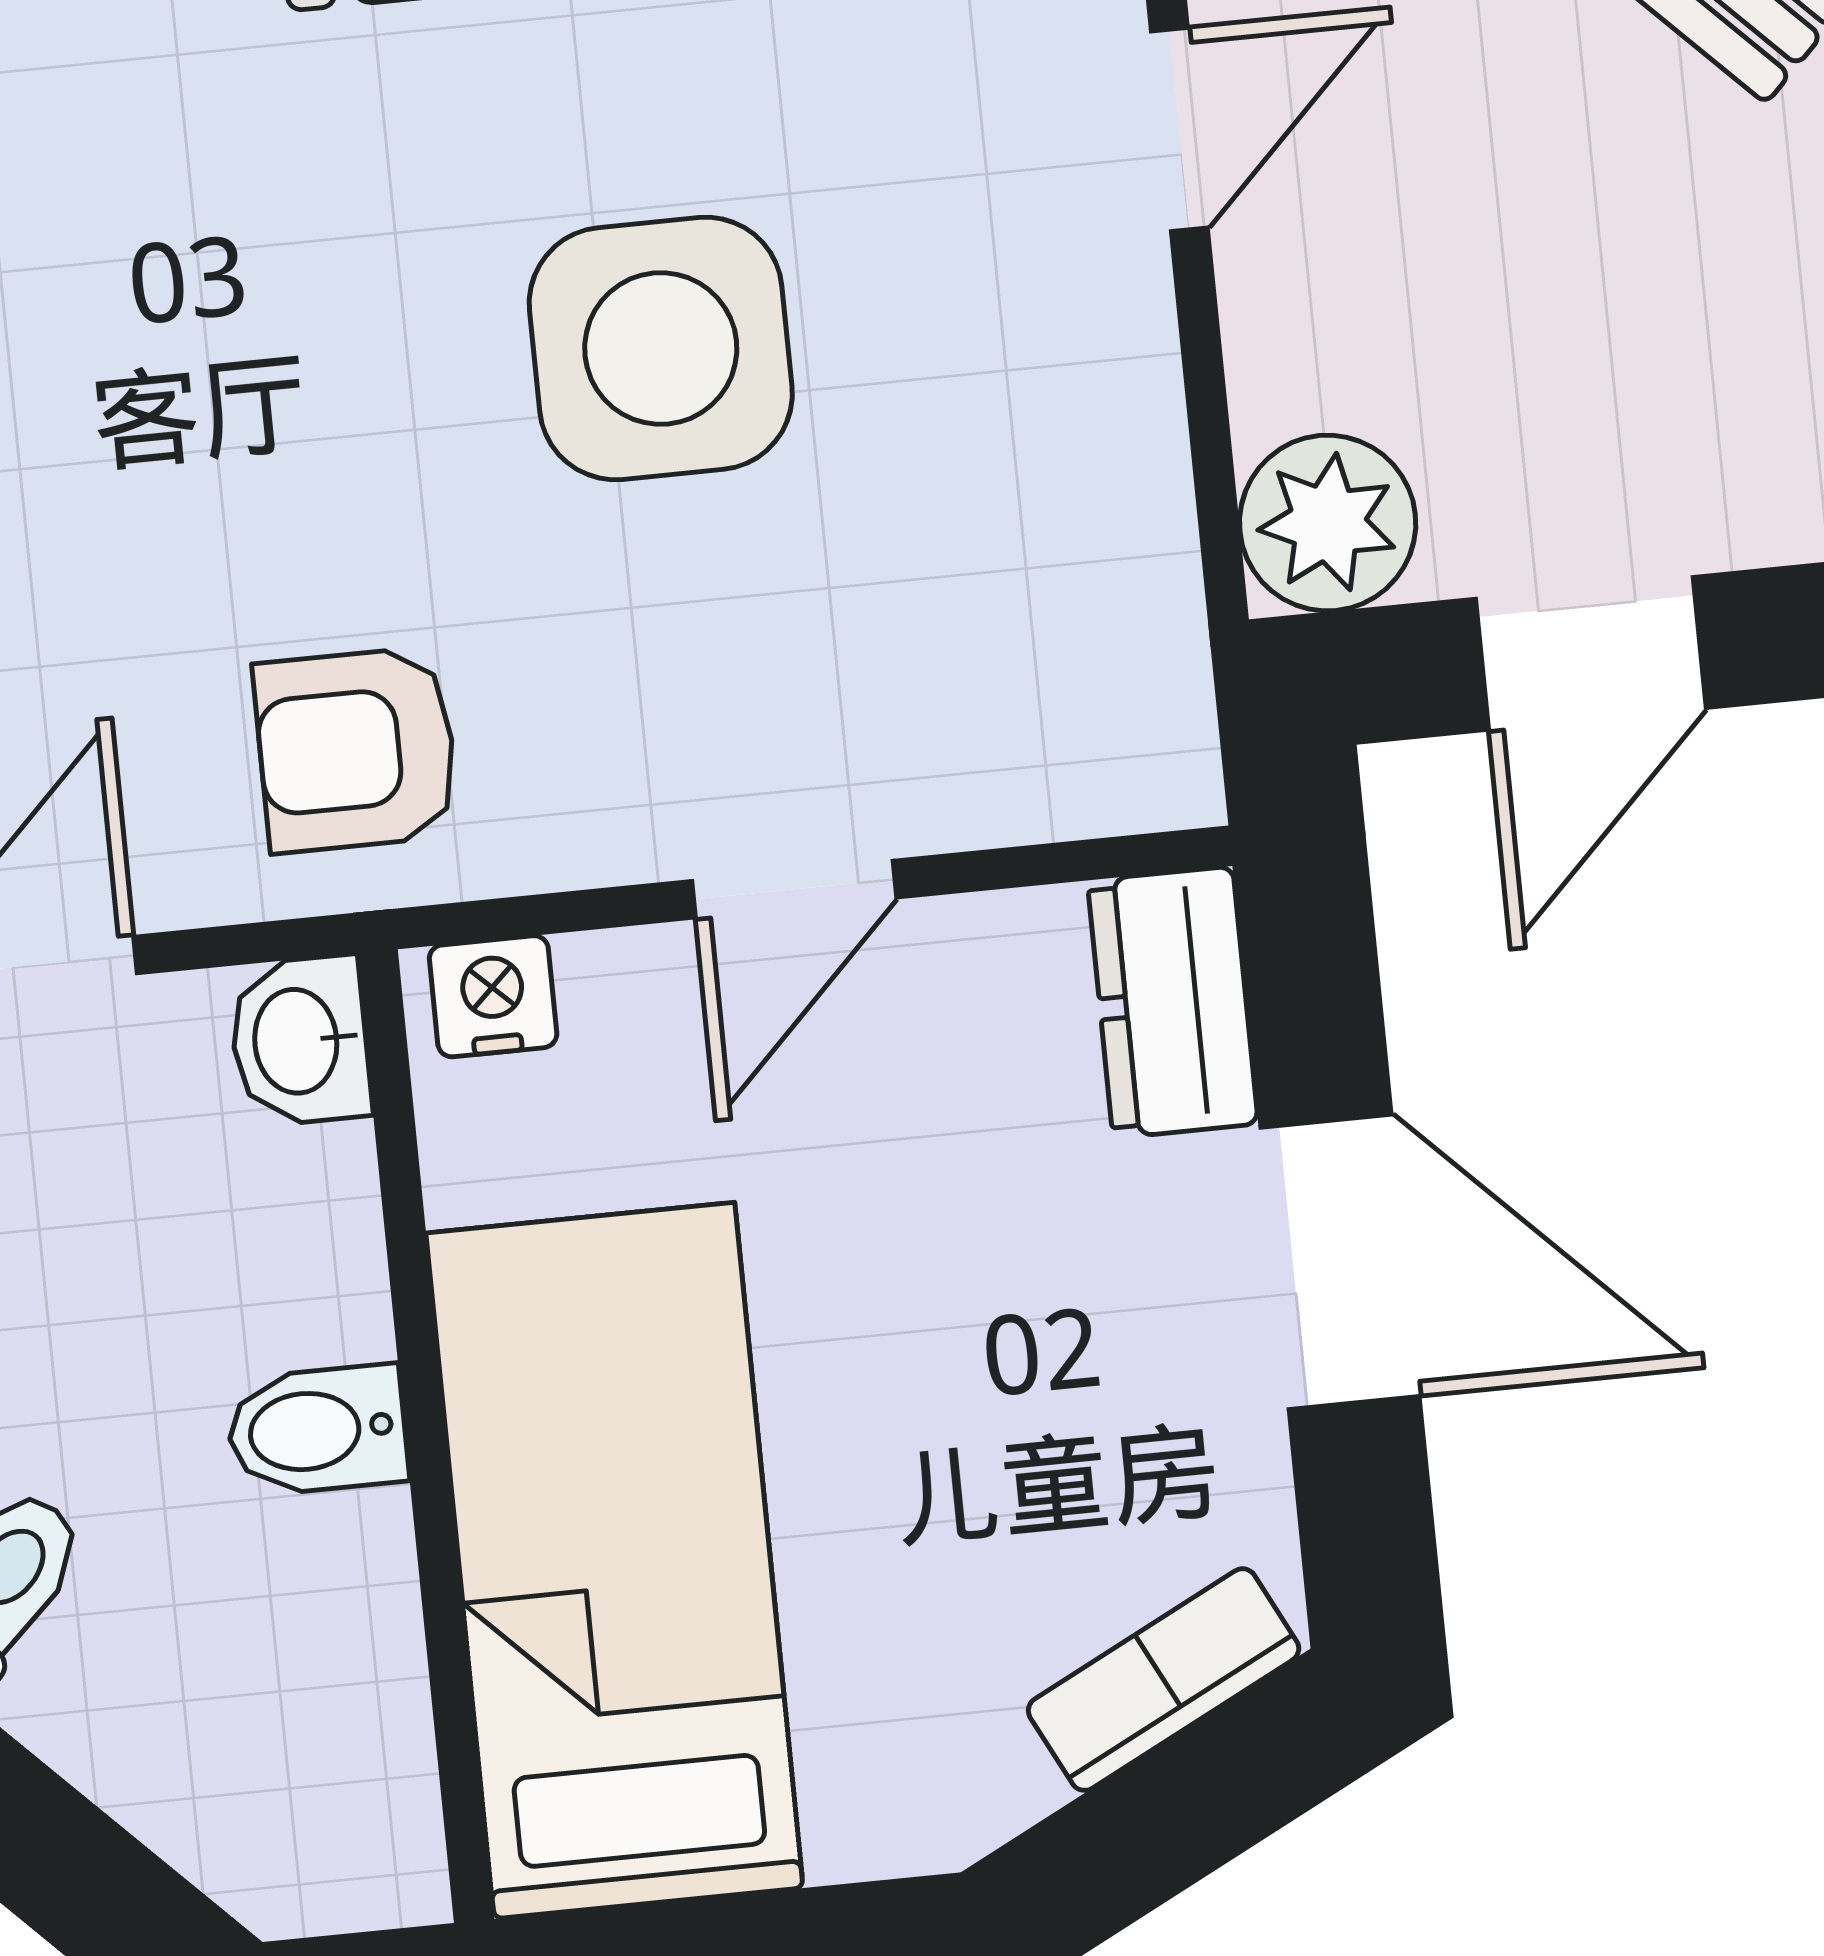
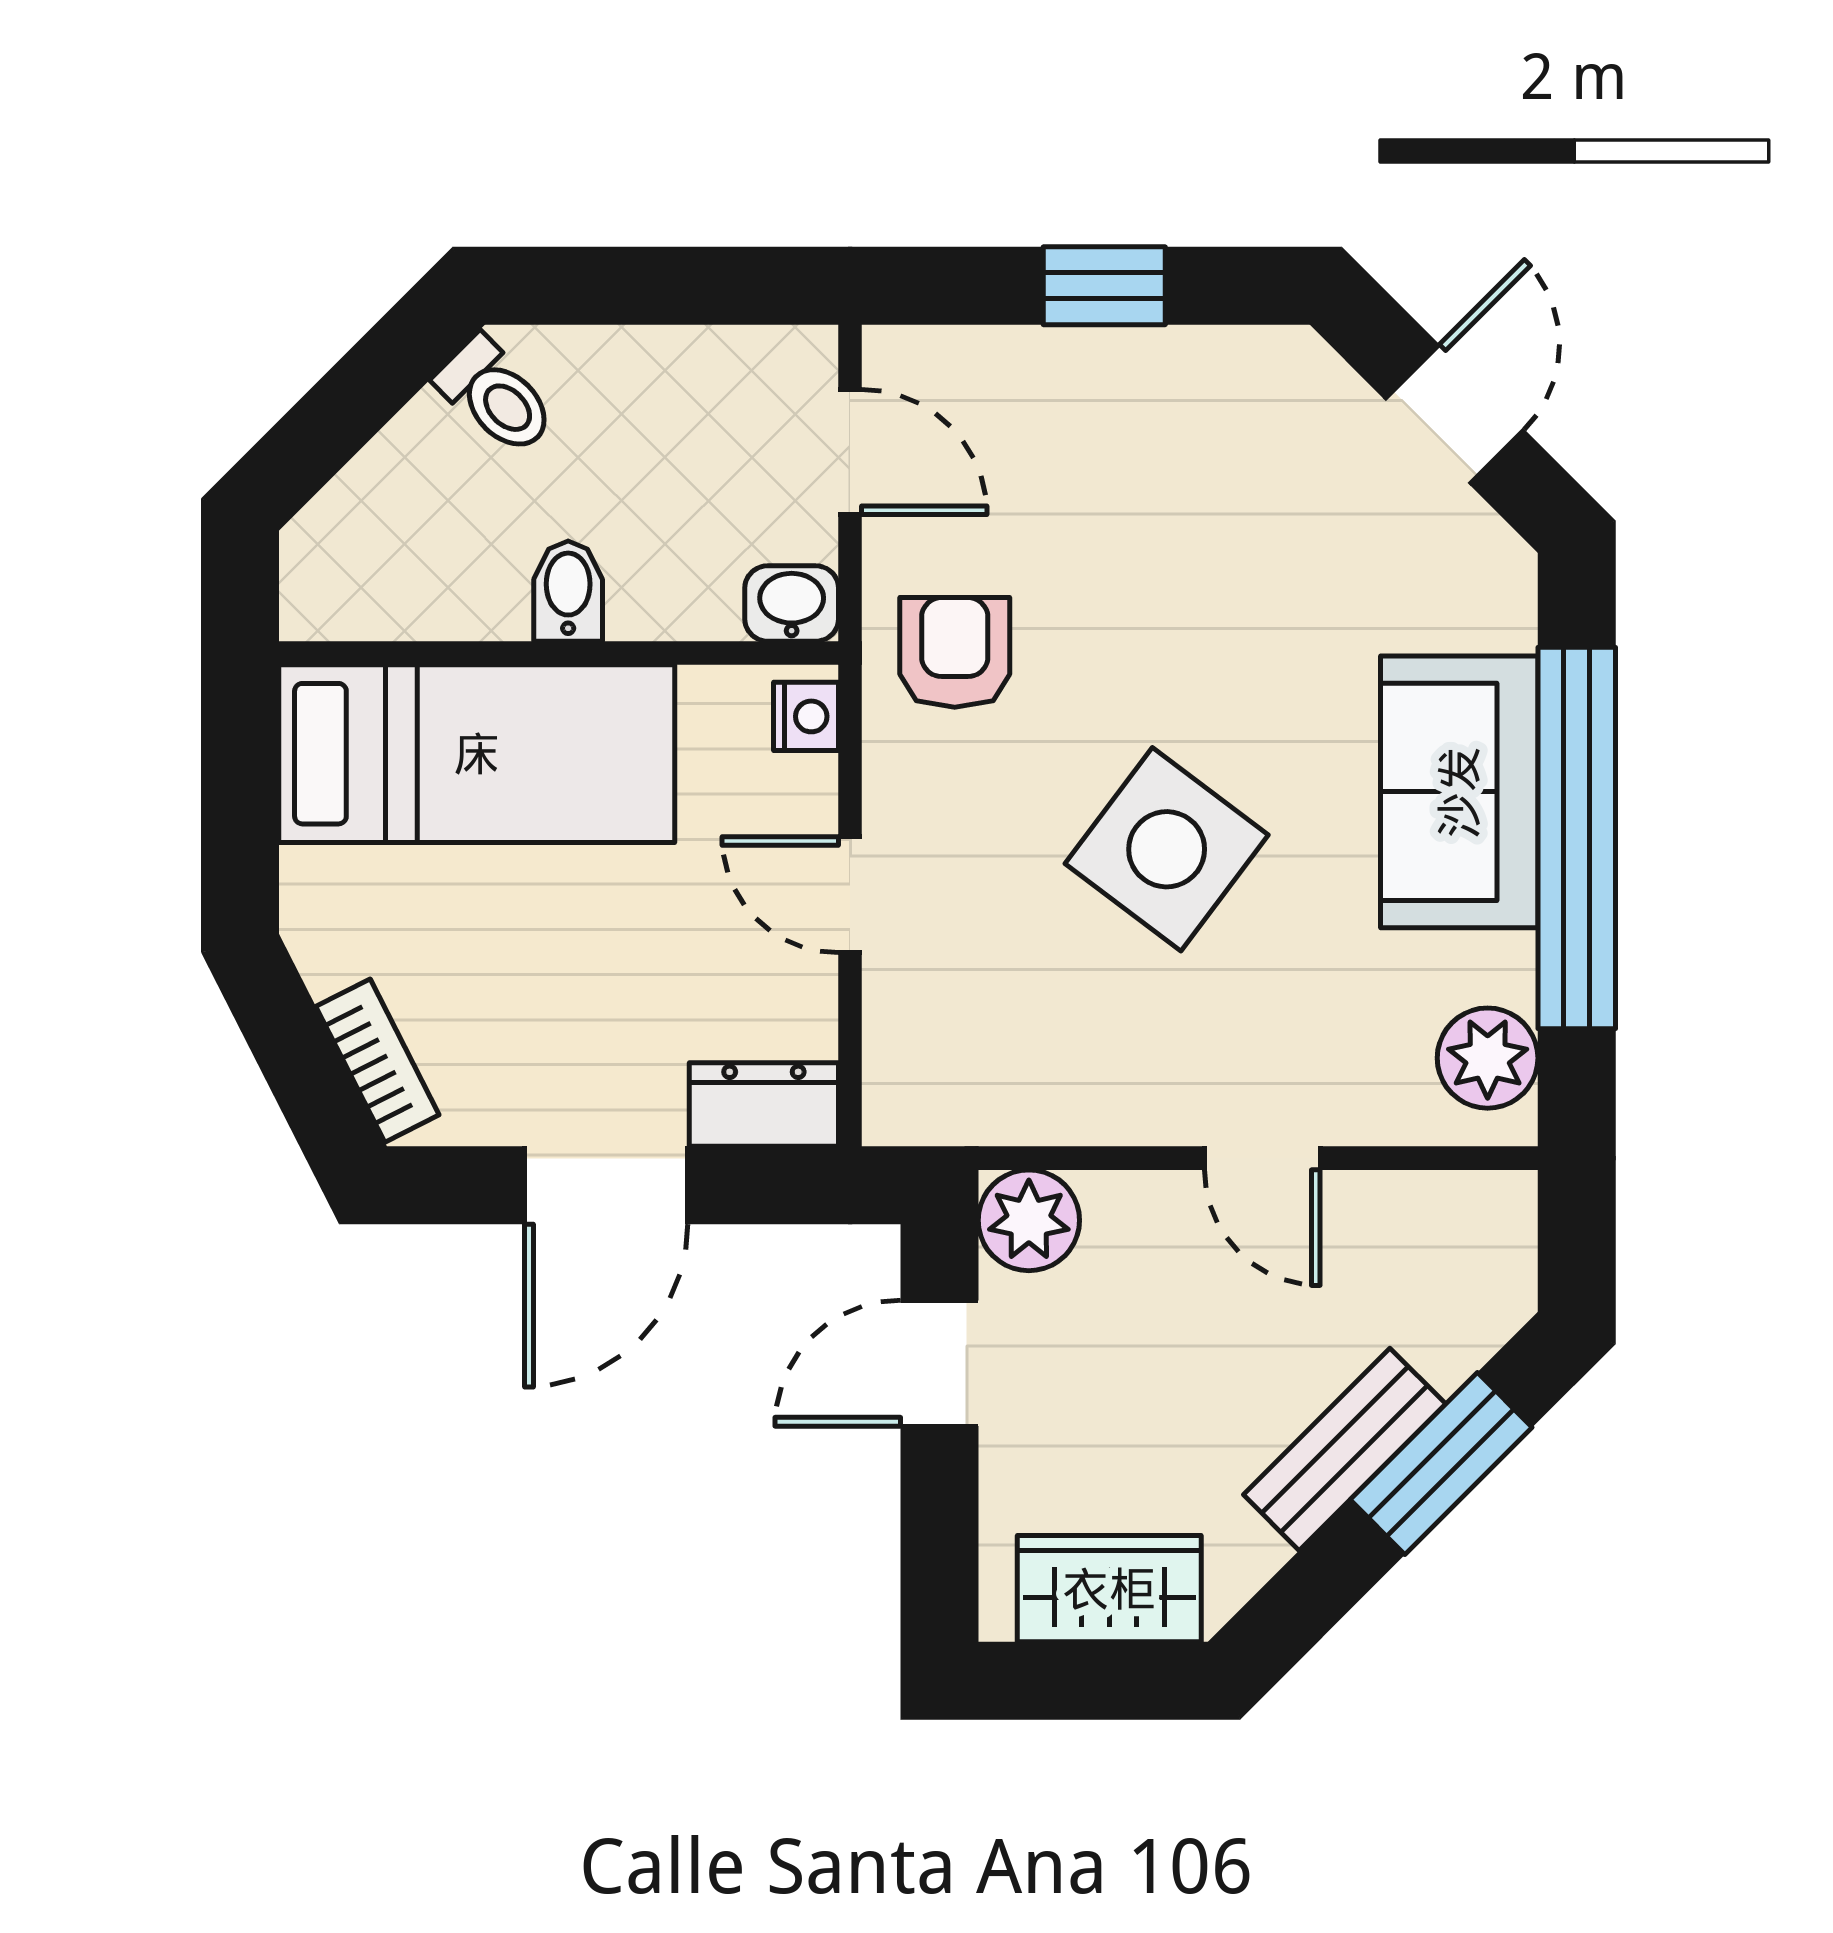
side table: (661, 349) -> (1167, 849), turned 37
door: (1591, 653) -> (939, 1363), hinge flipped

